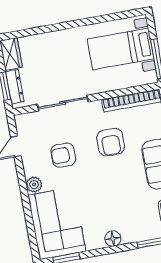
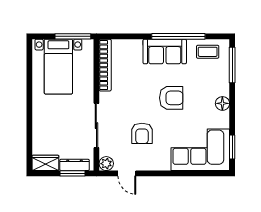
armchair: (111, 142) -> (171, 98), moved
plant: (34, 185) -> (106, 164), moved

